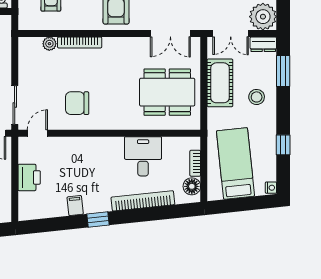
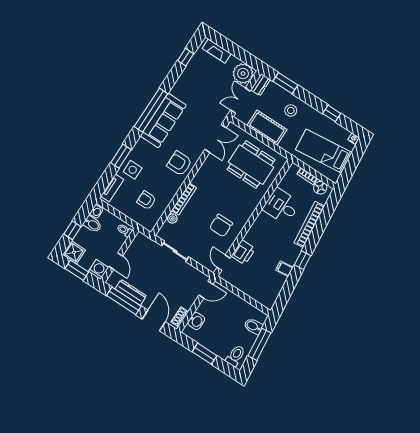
double door: (231, 34) -> (240, 101), swing flipped
dining table: (167, 92) -> (251, 165), turned 90
sliding door: (15, 105) -> (175, 251), moved
printer: (29, 177) -> (243, 252), moved, turned 90

